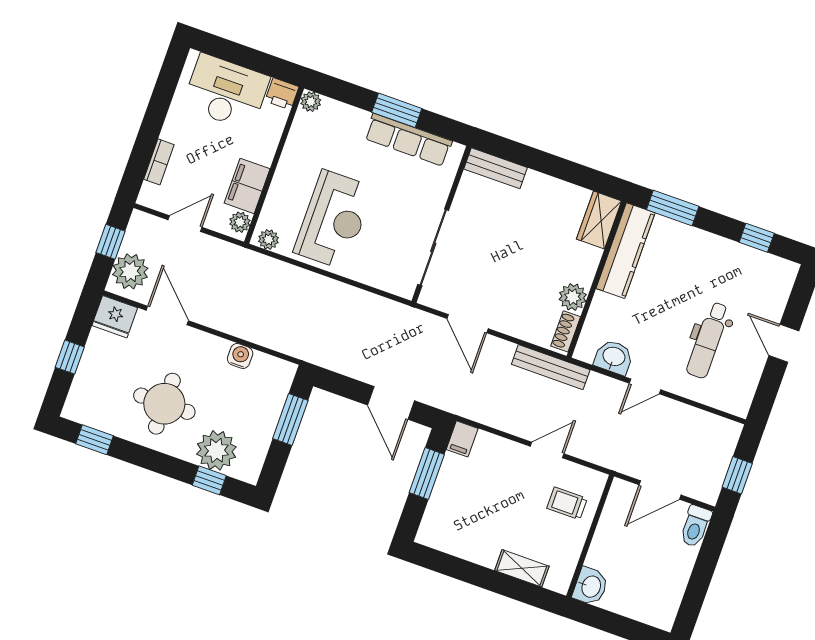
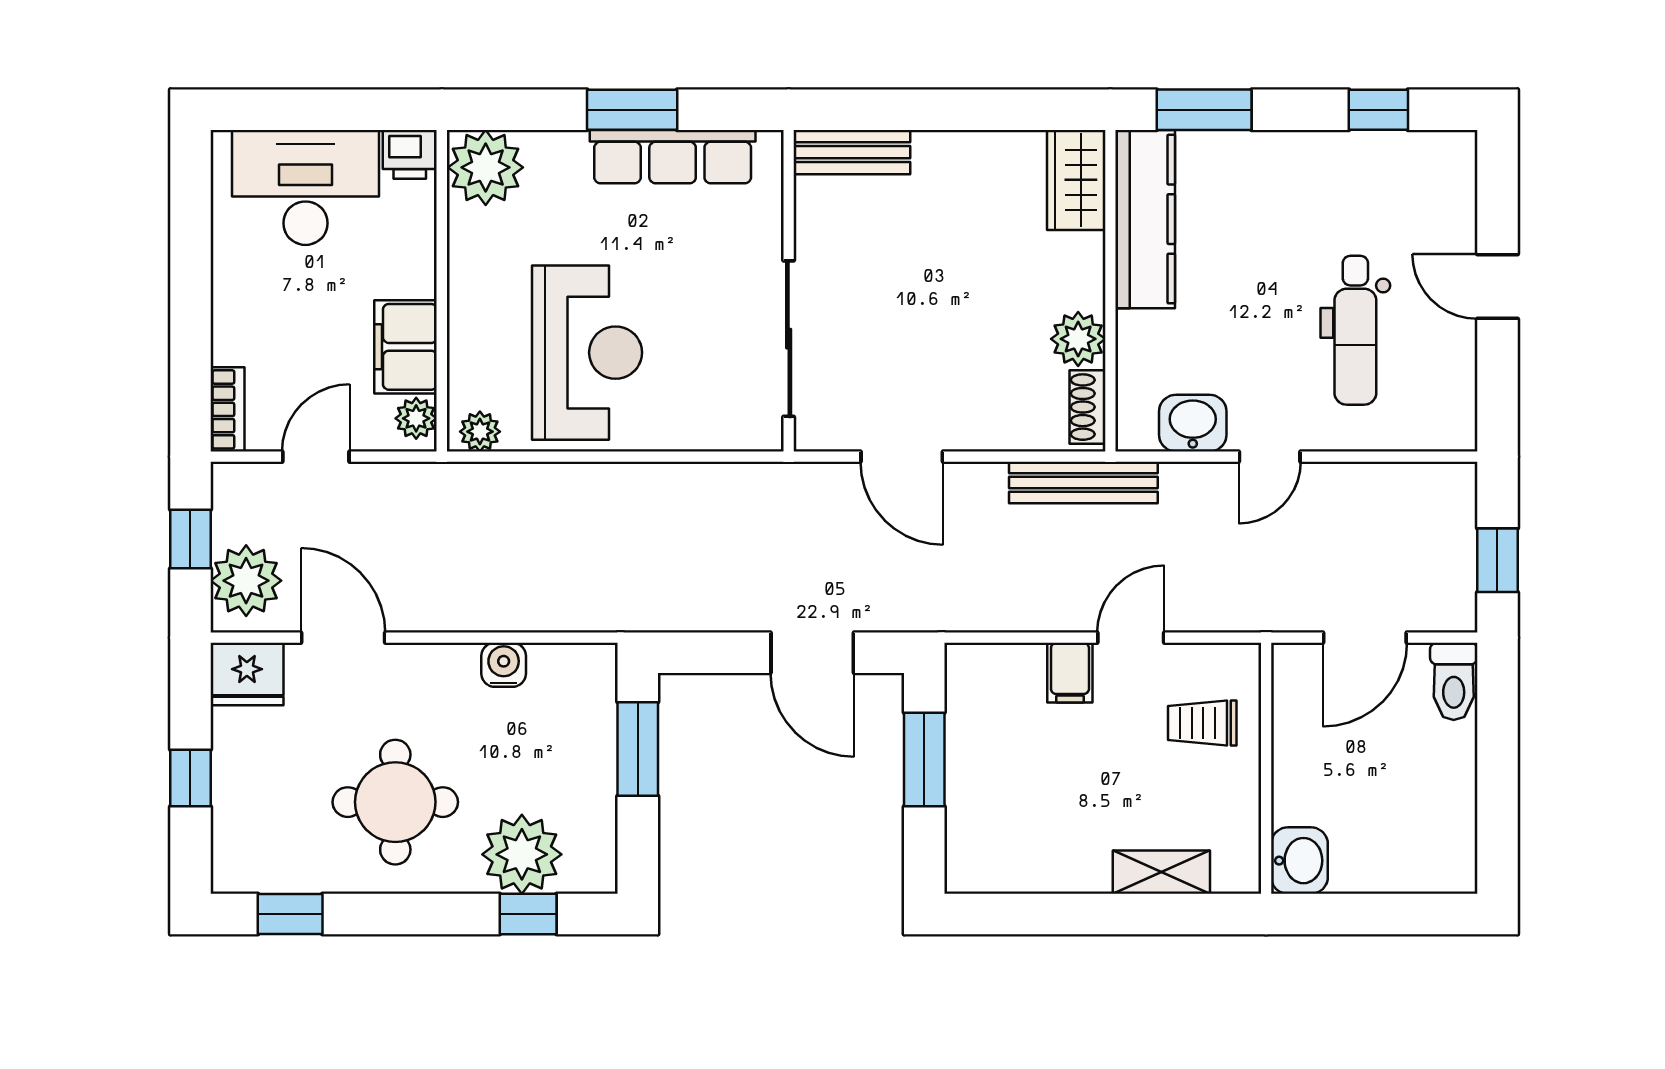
plant: (311, 102) -> (486, 167), width x1.88, depth x1.88
bookcase: (159, 162) -> (227, 409), moved
filing cabinet: (462, 439) -> (1070, 673), moved

